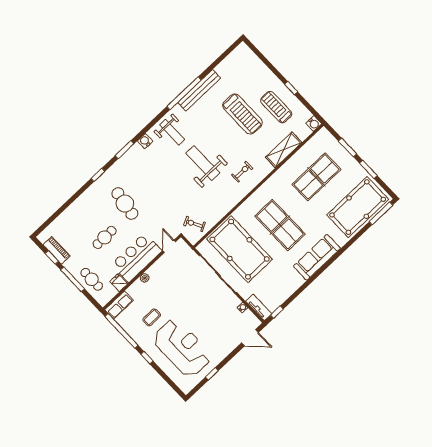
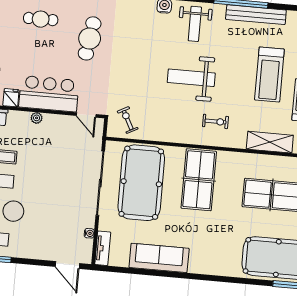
weight bench: (203, 163) -> (191, 78), turned -90
table tennis table: (280, 225) -> (199, 180), moved
cafe table: (105, 237) -> (41, 19), moved
door: (169, 246) -> (86, 115), swing flipped
sofa: (317, 257) -> (159, 258), moved
window: (277, 312) -> (113, 269), removed

